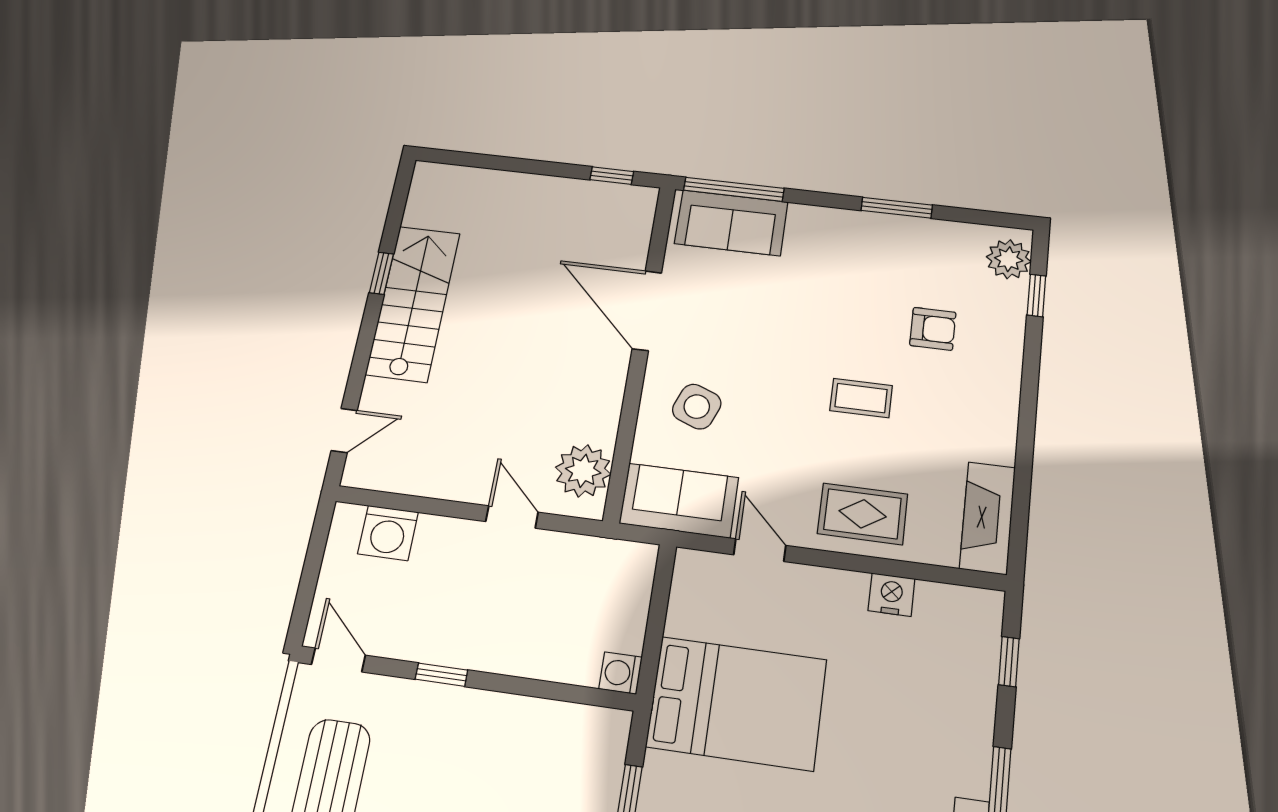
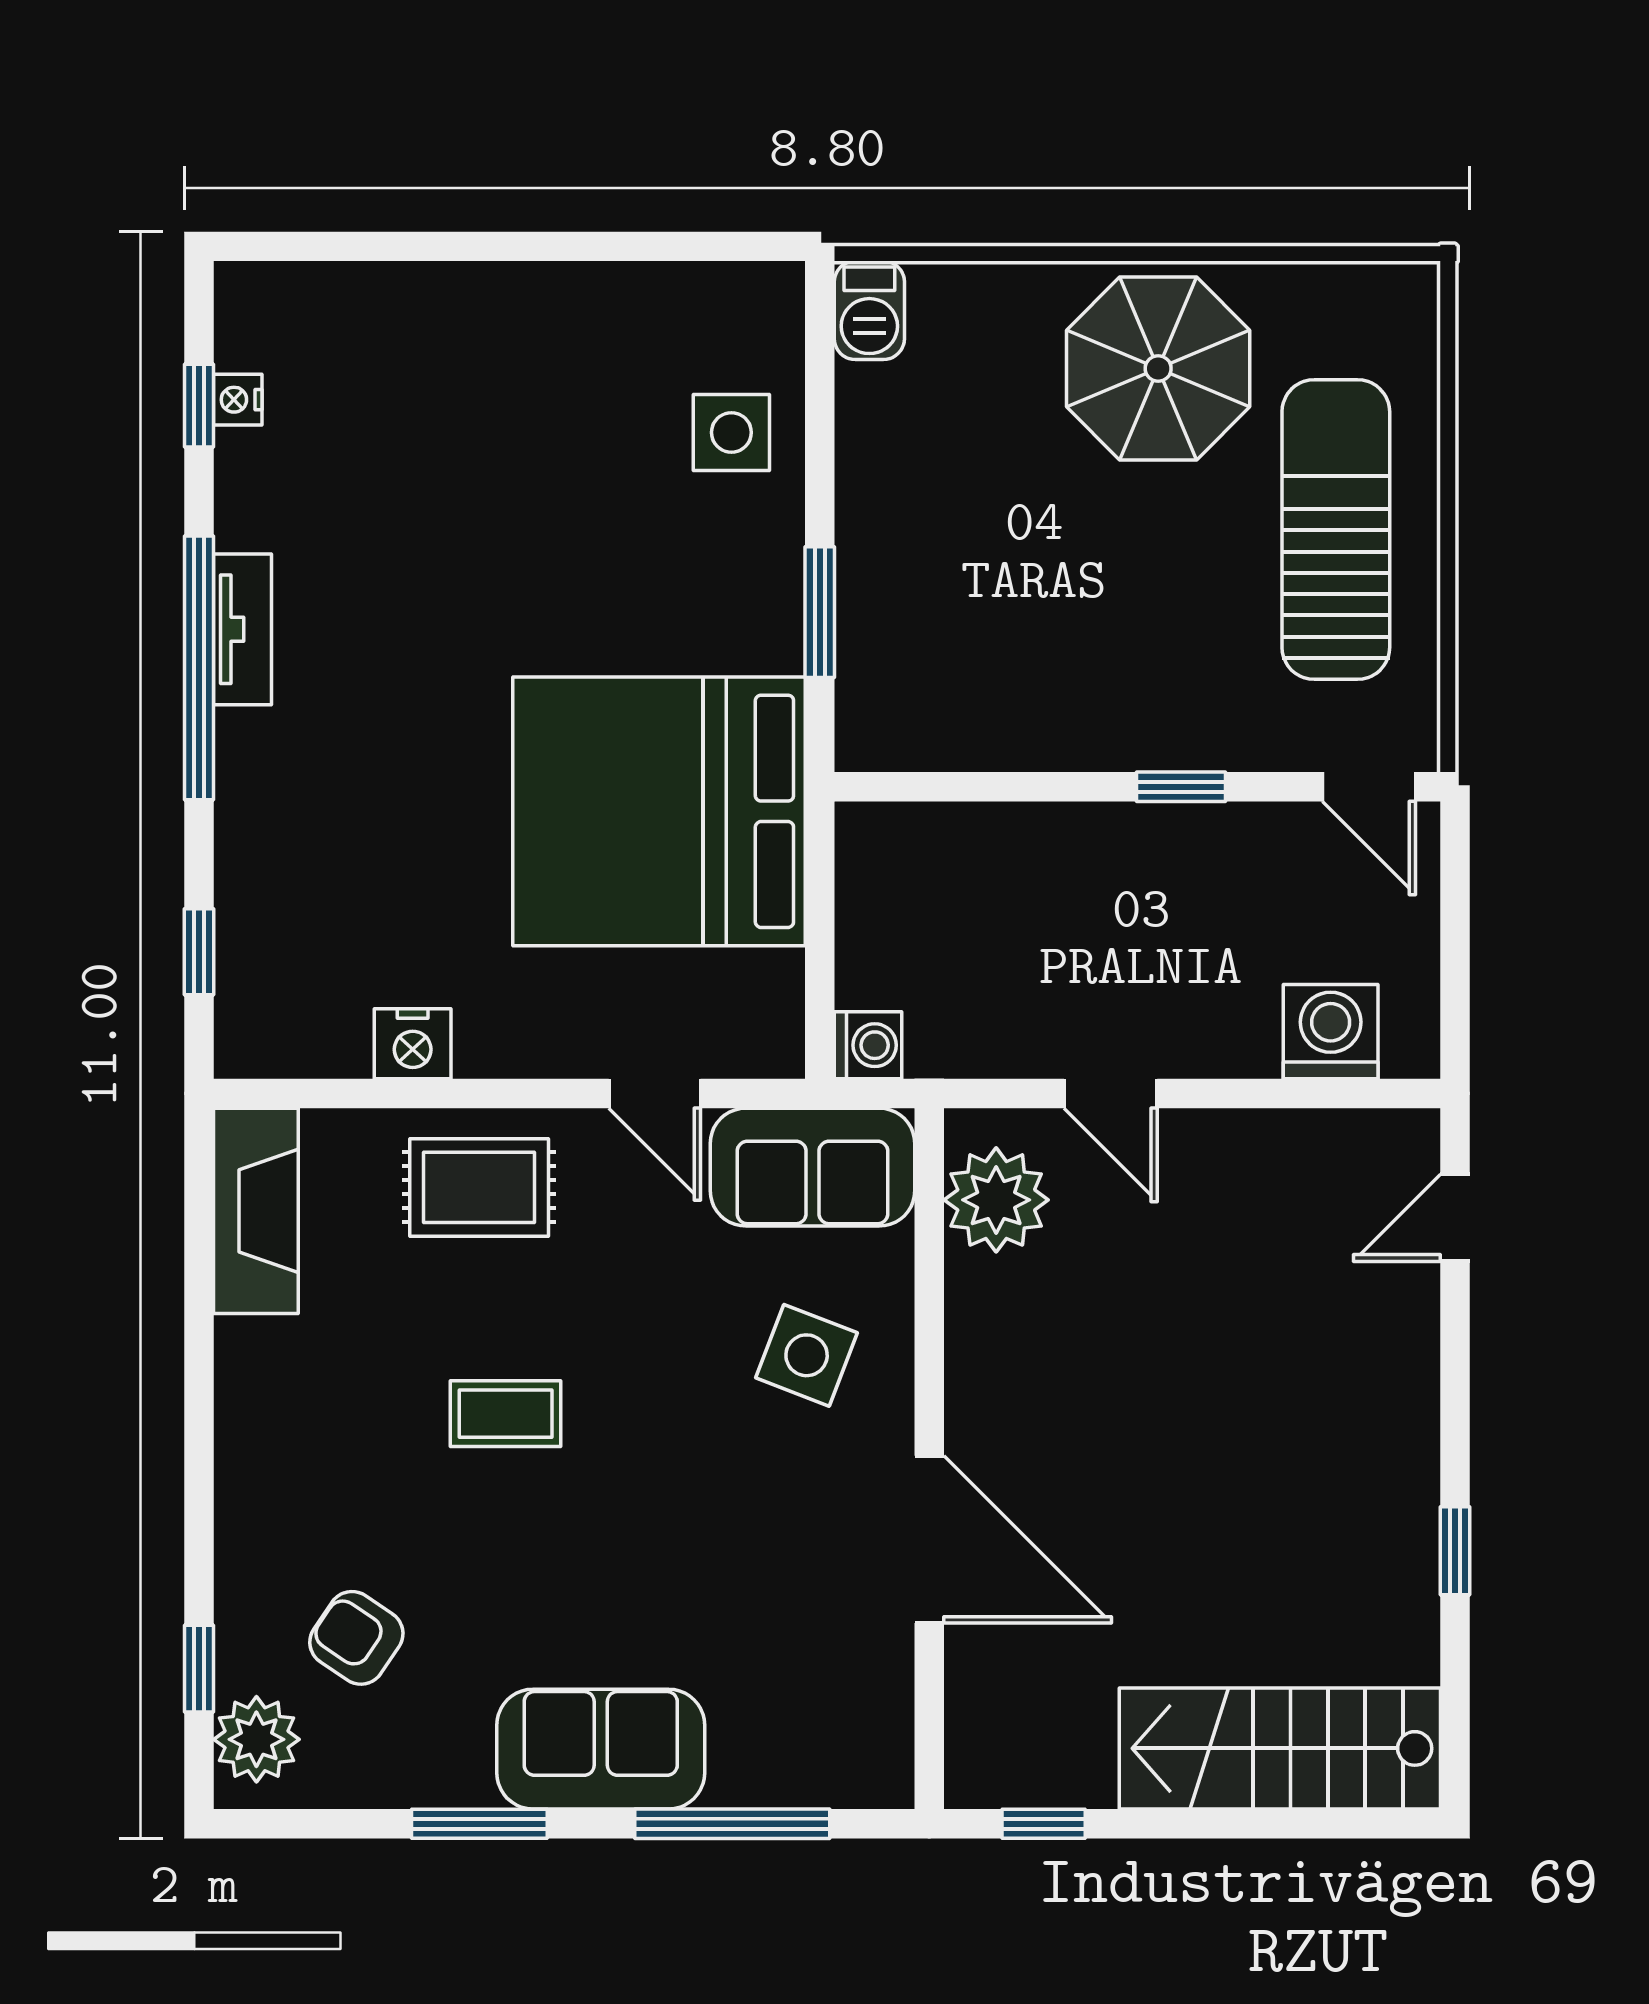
window: (734, 189) -> (732, 1824), moved
sofa: (731, 223) -> (601, 1749), moved
stairs: (413, 303) -> (1280, 1748), moved, turned 90
armchair: (933, 329) -> (356, 1638), moved, turned 34
washing machine: (620, 673) -> (868, 1045), moved
bed: (737, 703) -> (659, 811), width x1.36

